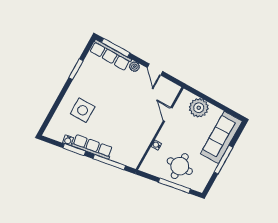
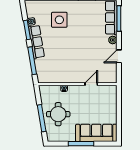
plant: (199, 108) -> (109, 104), removed

